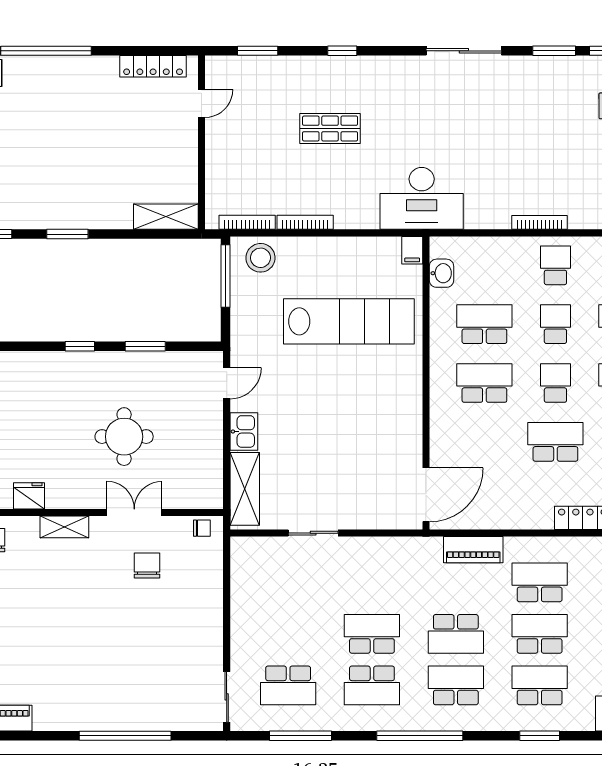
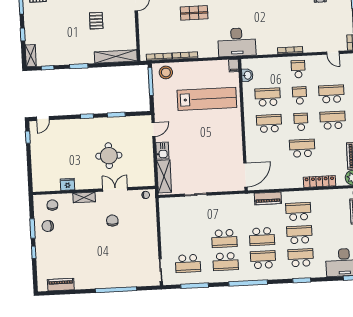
pallet: (111, 135) -> (96, 21), added
shelving: (166, 217) -> (116, 56), width x1.47
chair: (147, 565) -> (112, 221), moved
school desk: (372, 634) -> (224, 238), turned 180

